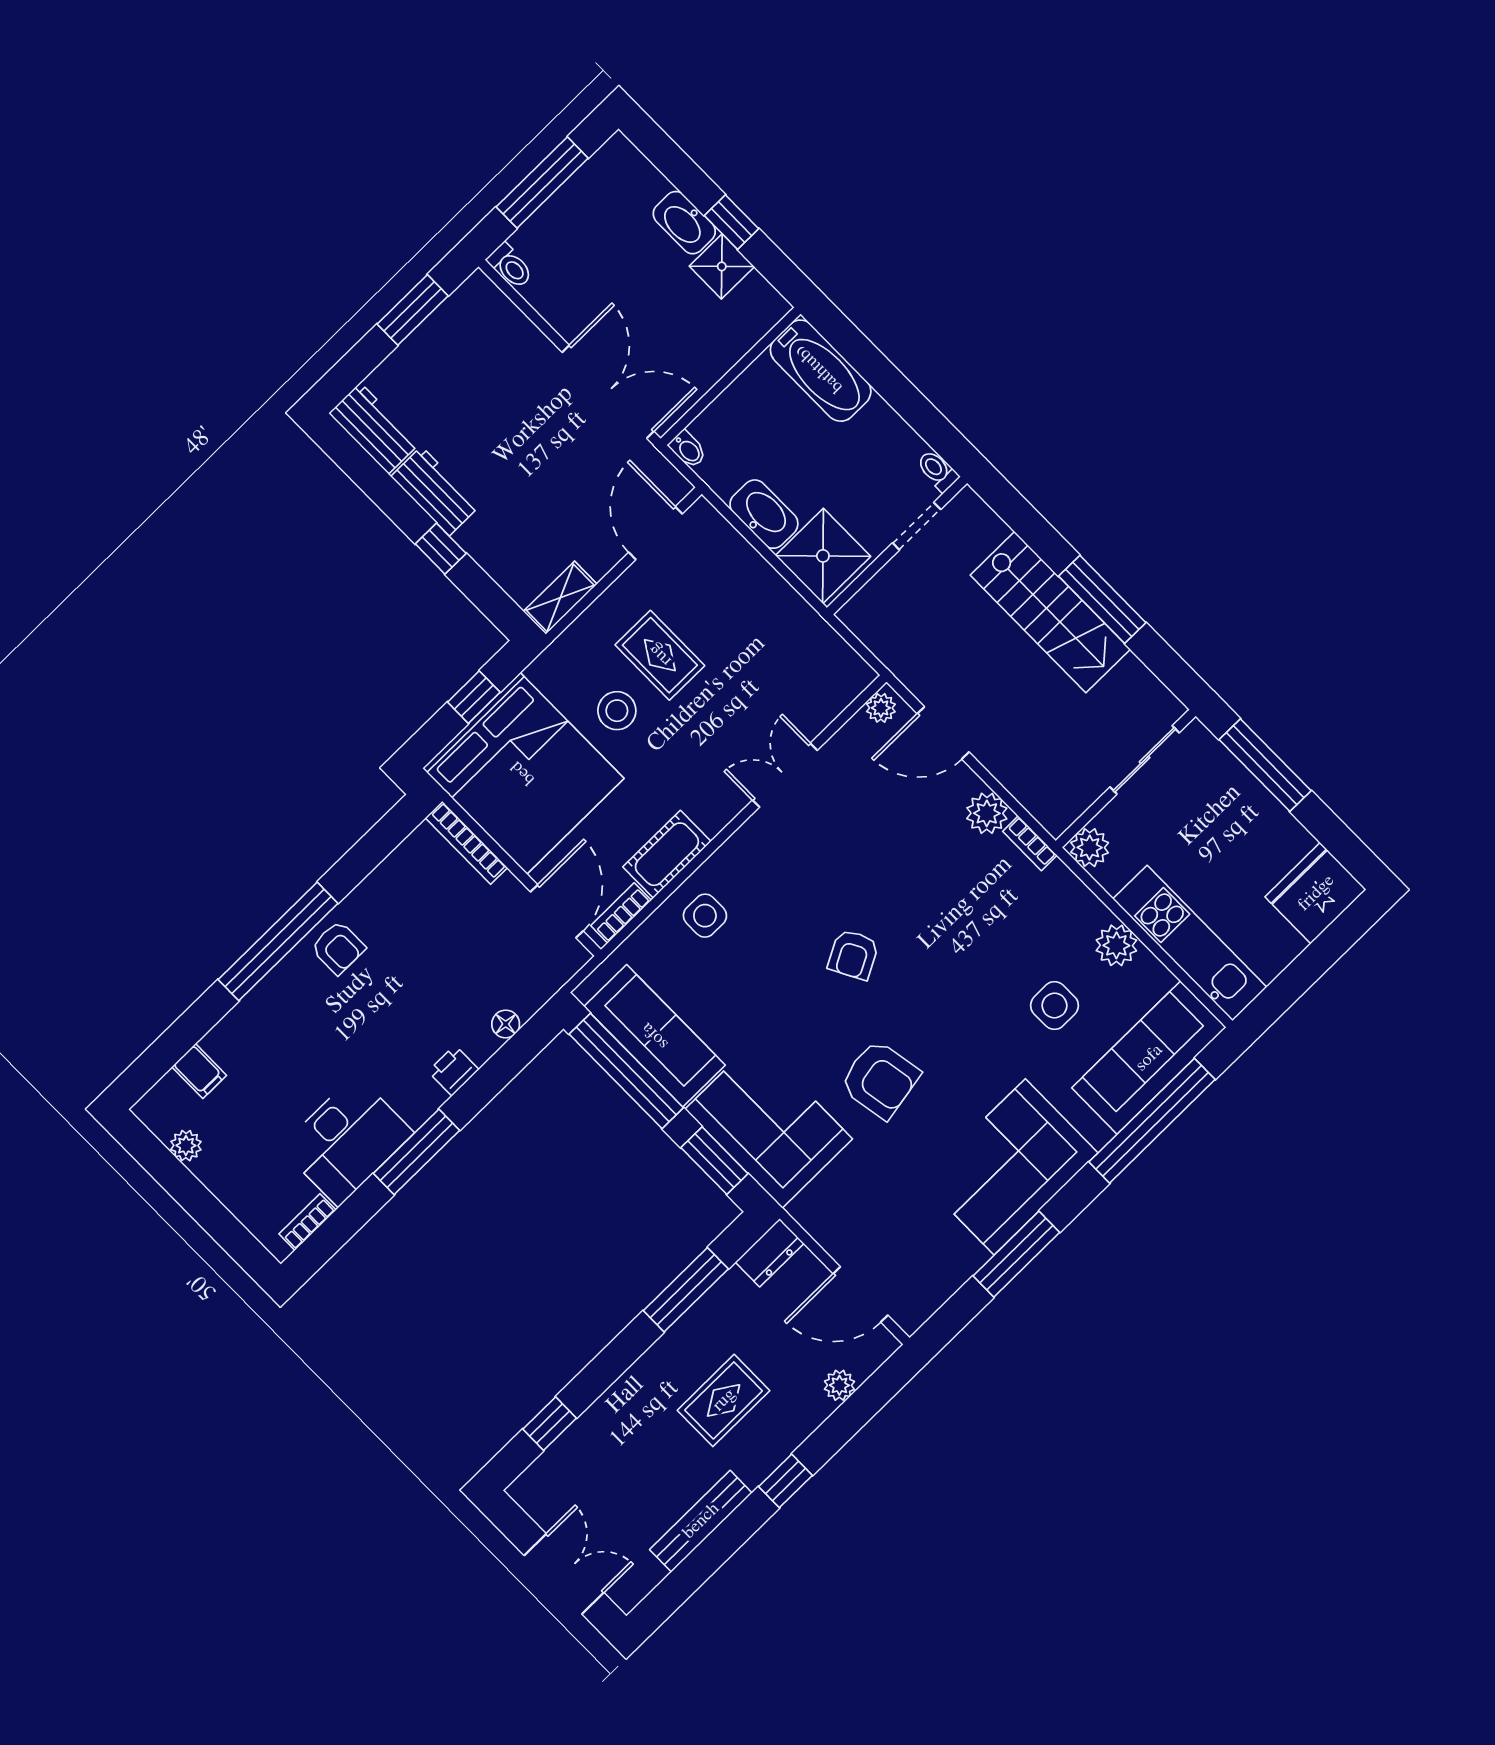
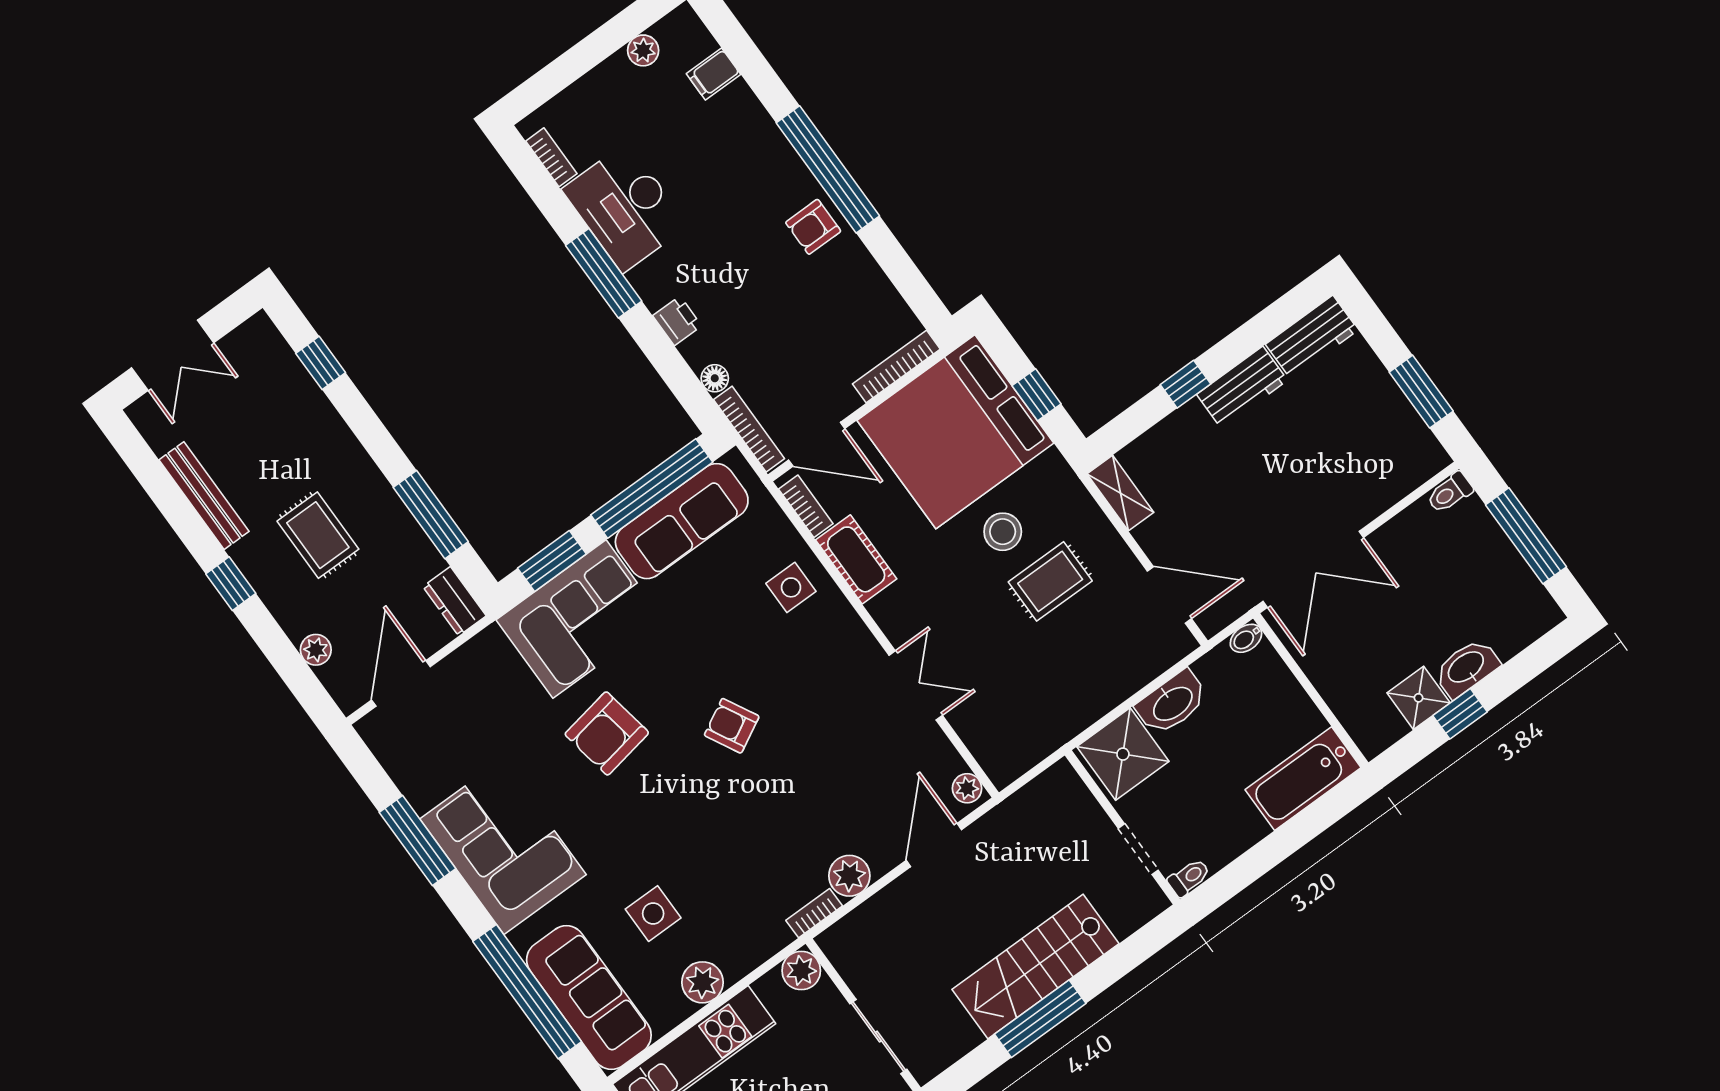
bookcase: (552, 982) -> (749, 429), added

